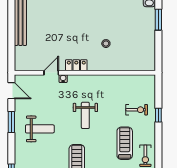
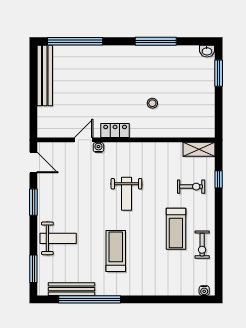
shelving: (143, 80) -> (199, 149), added
window: (158, 115) -> (219, 179), moved
weight bench: (40, 129) -> (58, 238), moved
treadmill: (125, 143) -> (176, 229), turned 180

